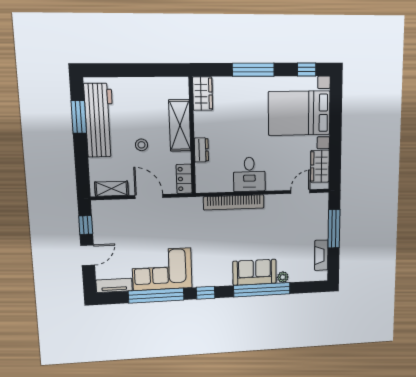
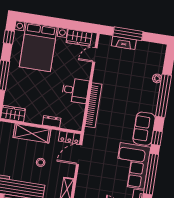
door: (300, 192) -> (95, 55), hinge flipped
door: (149, 196) -> (79, 155), moved
fireplace: (321, 255) -> (124, 43), moved
sofa: (255, 272) -> (144, 129), moved

